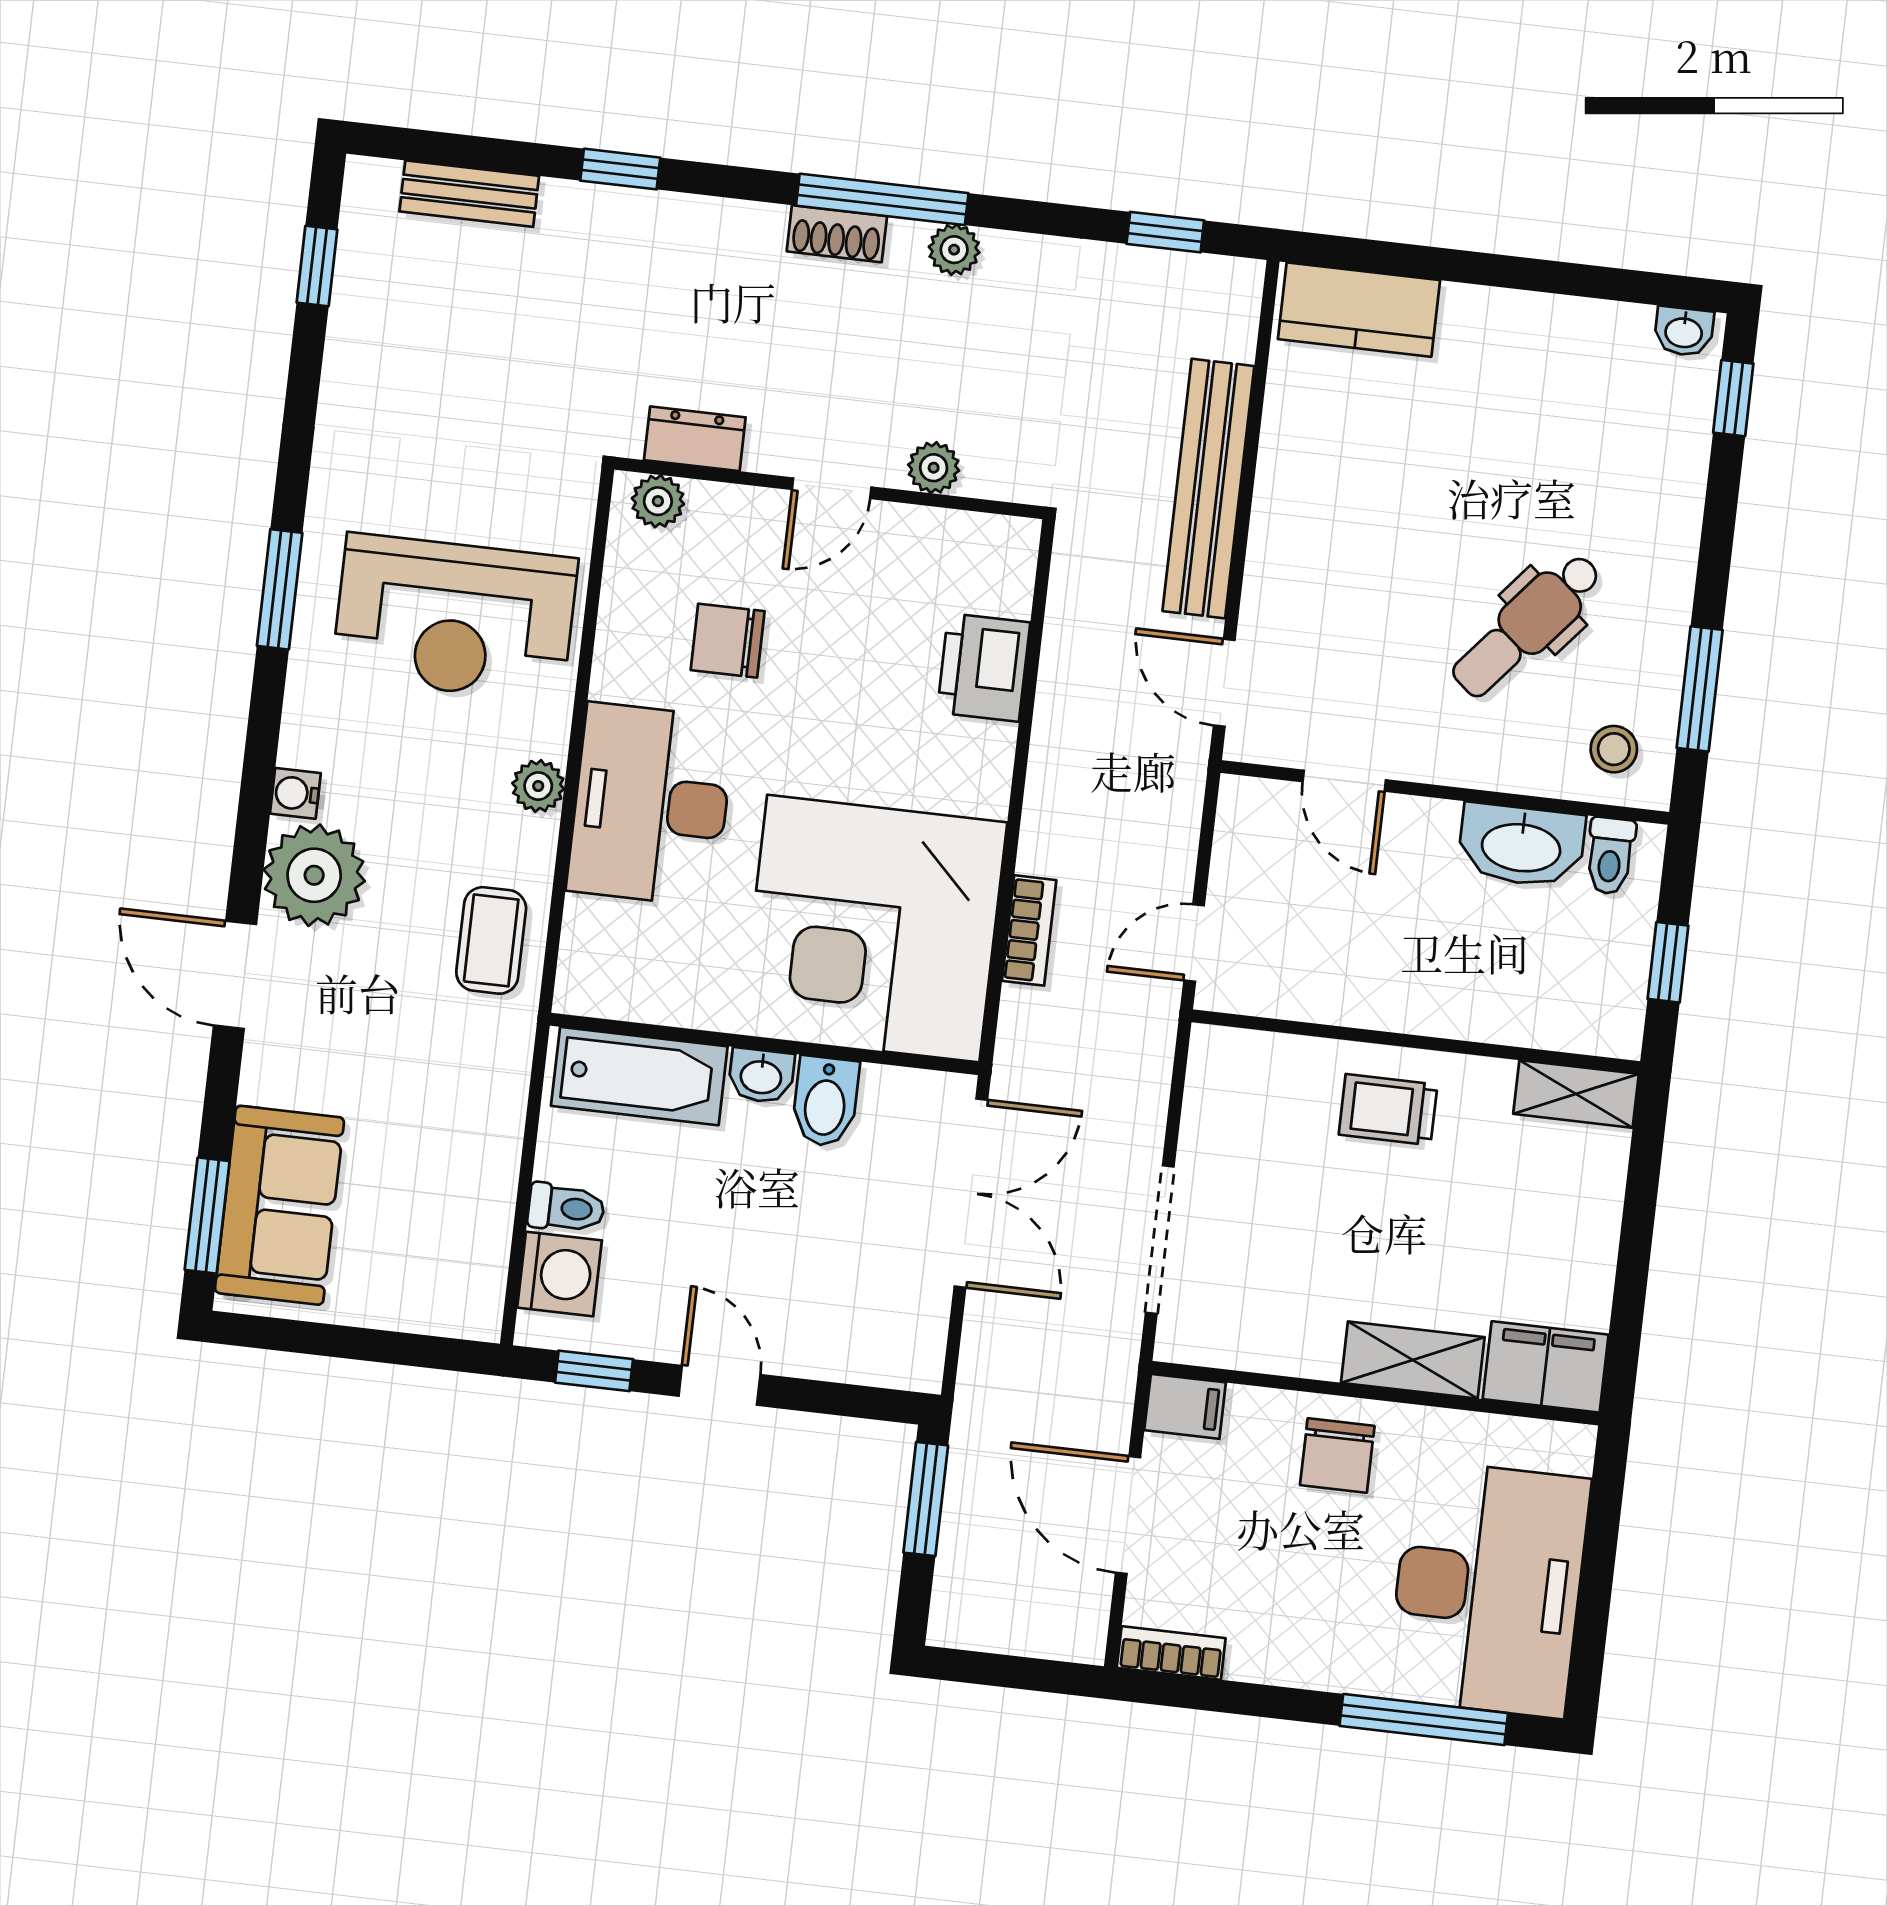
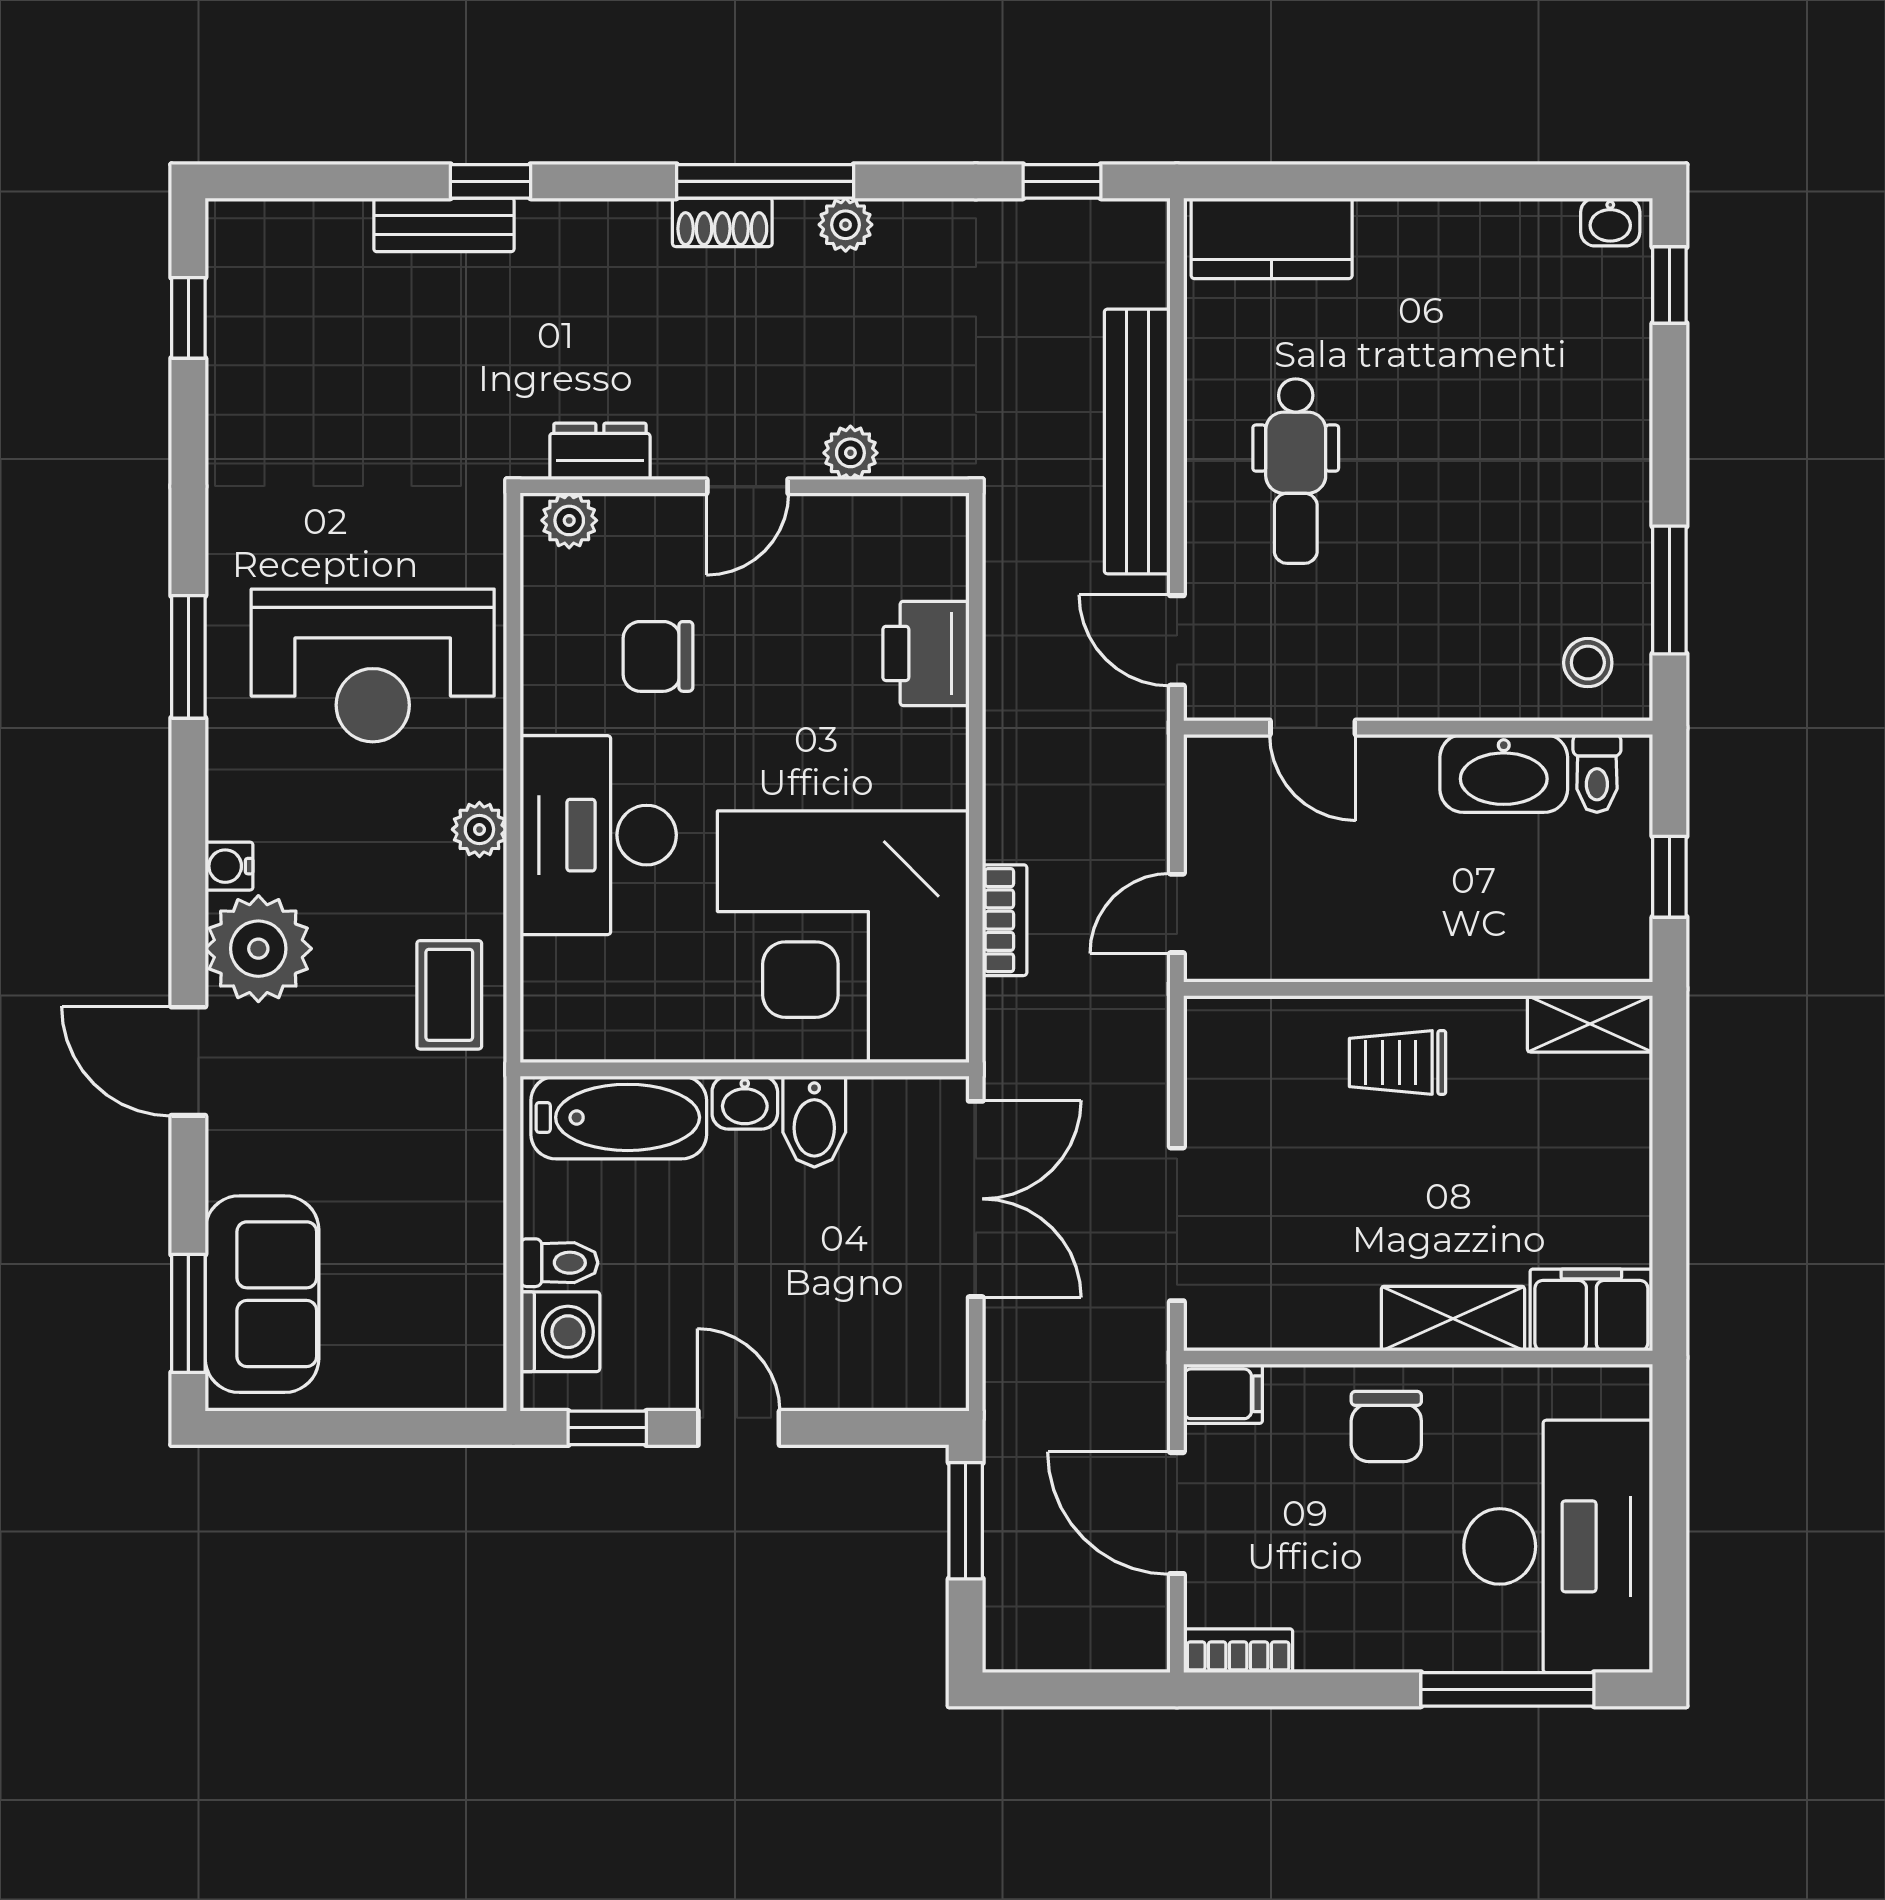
bench: (469, 194) -> (444, 225), moved
dental chair: (1527, 625) -> (1296, 471), moved, turned -40

